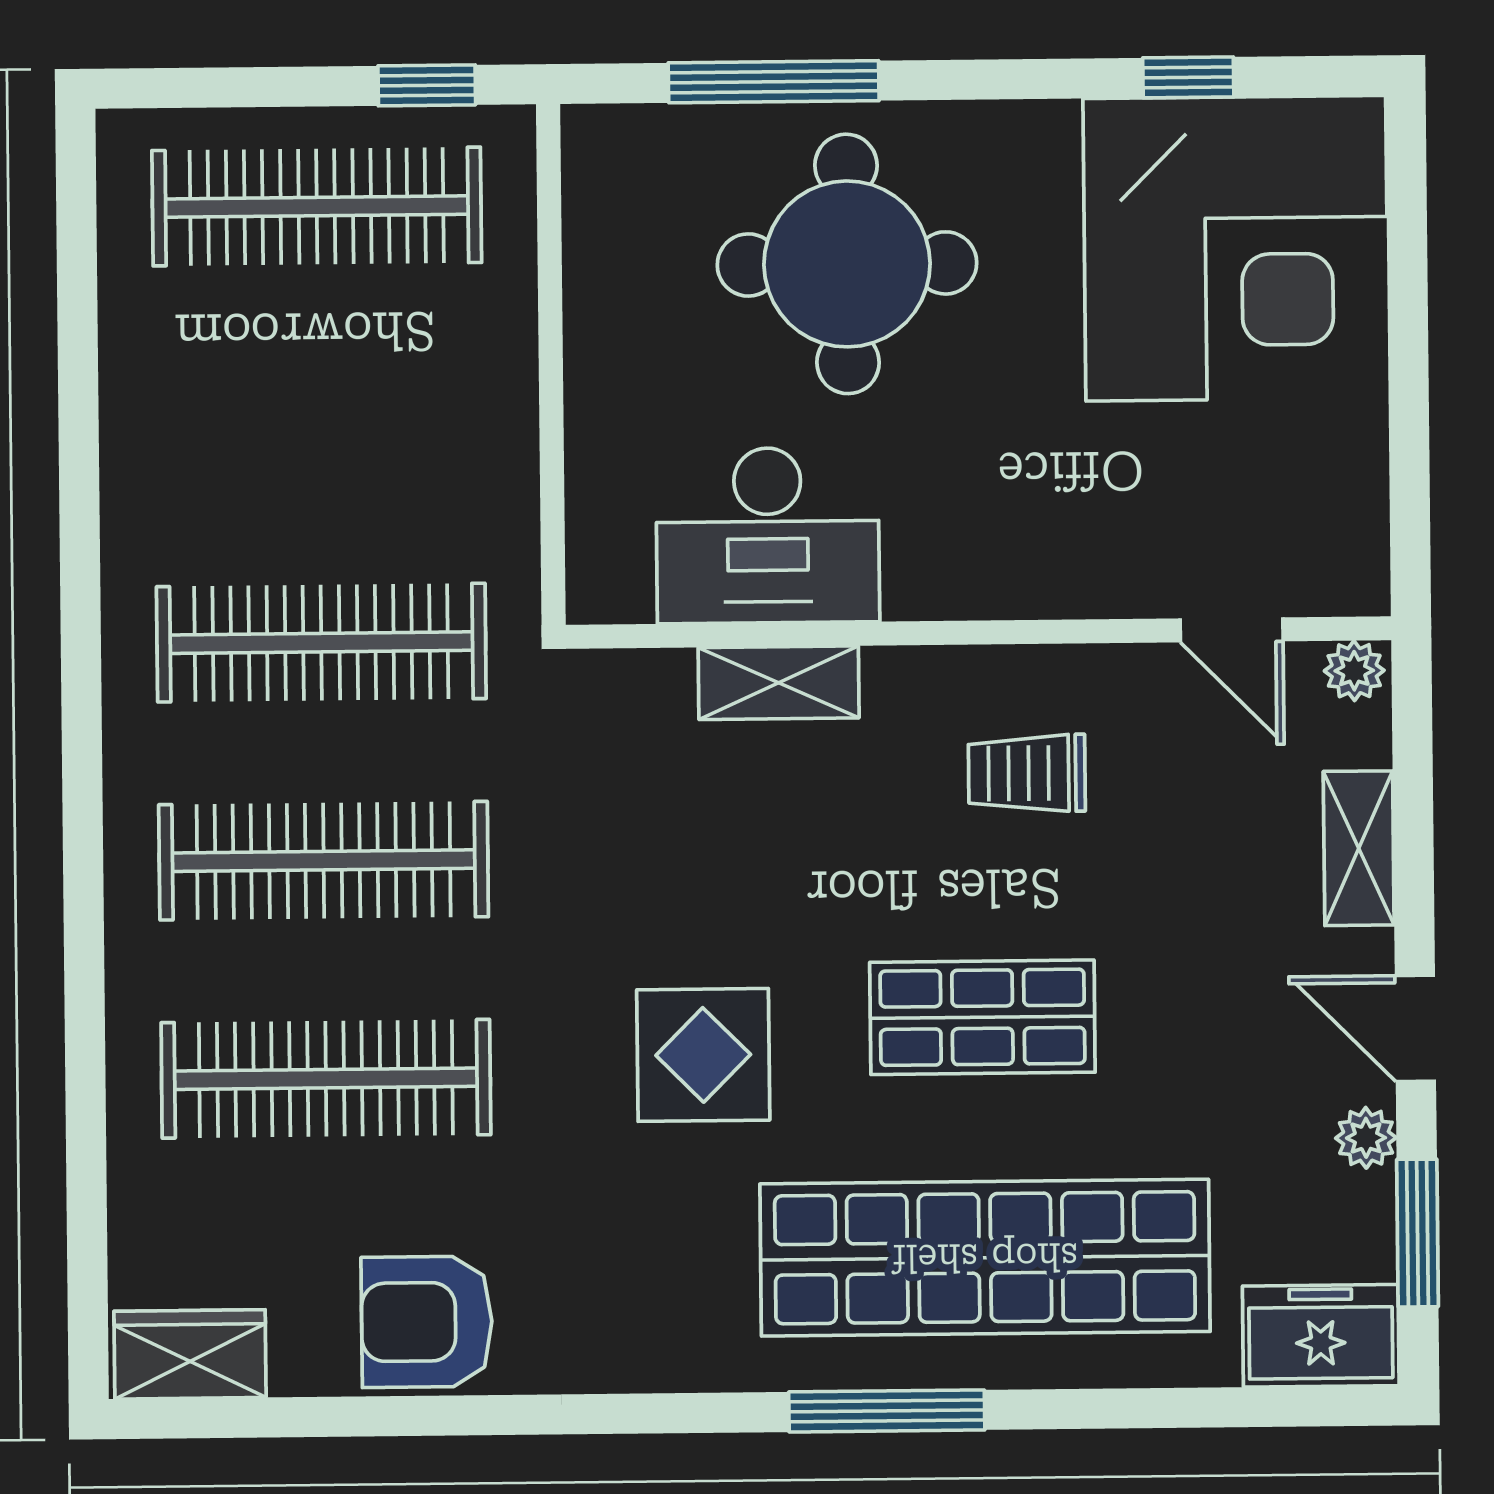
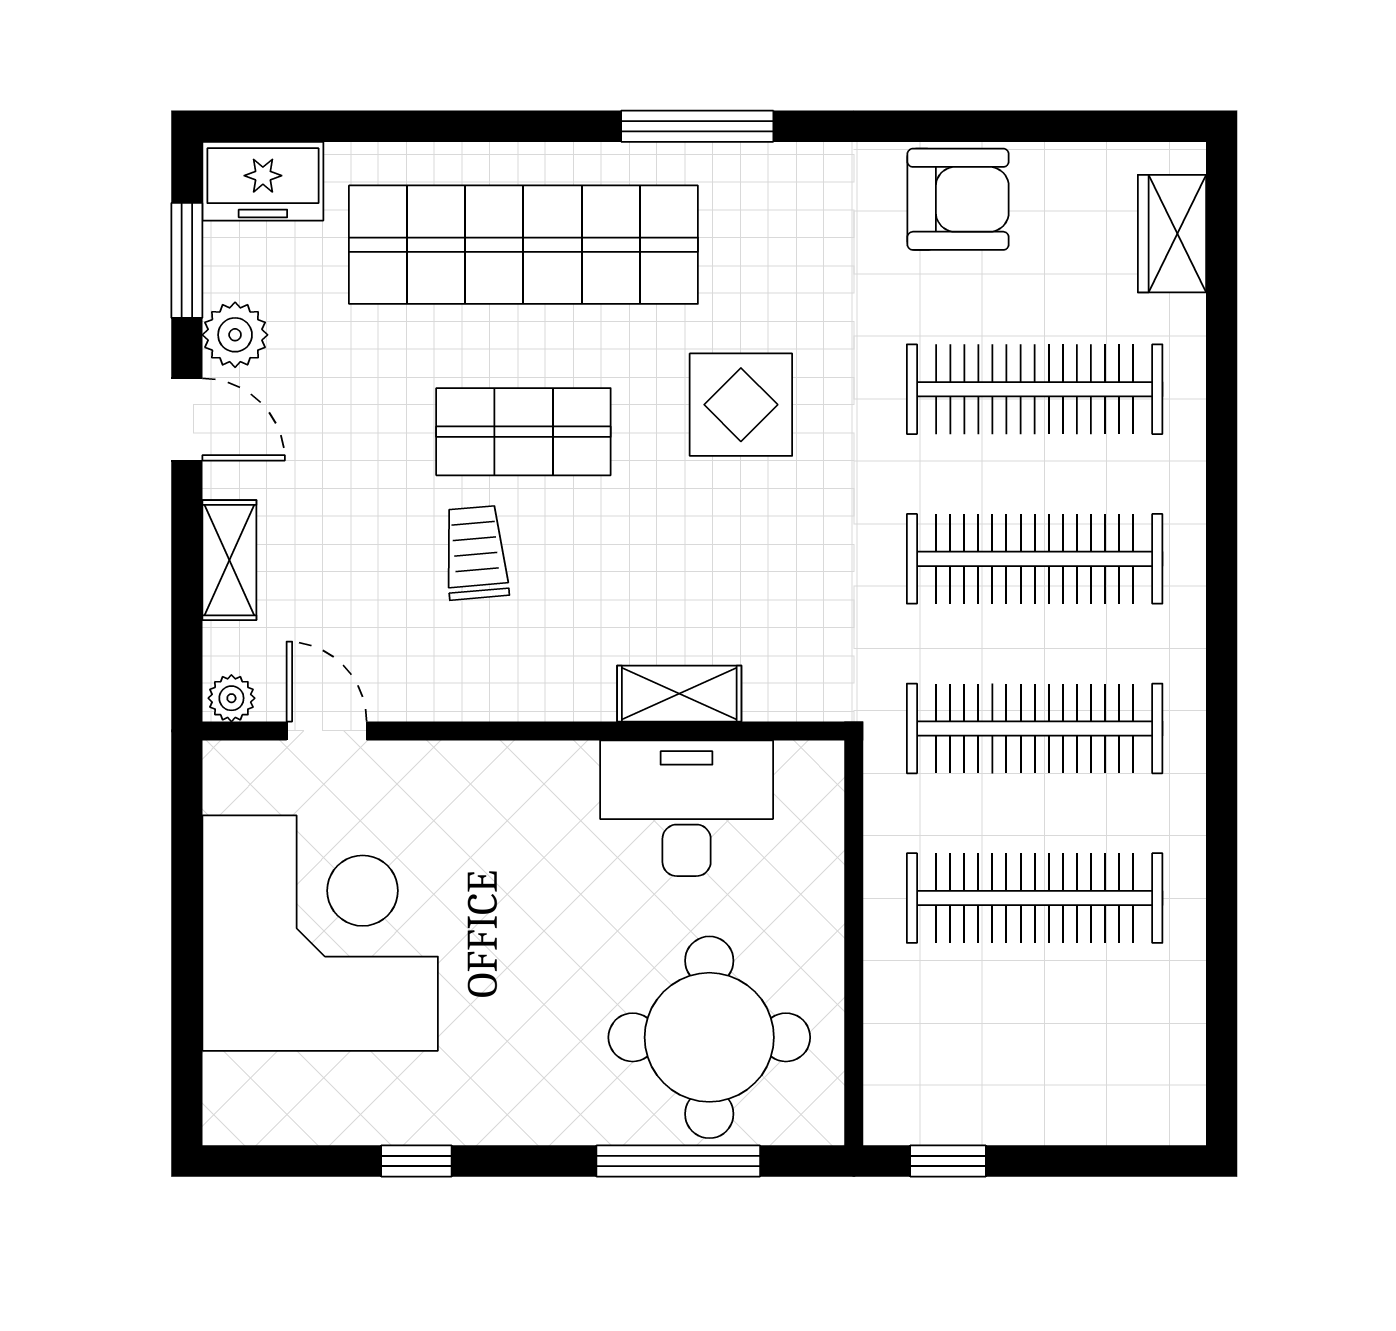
window: (1188, 77) -> (416, 1161), moved
clothes rail: (317, 207) -> (1035, 898), moved
corner desk: (1236, 248) -> (320, 933), moved, turned 90
round table: (847, 264) -> (709, 1037), moved
trolley: (1027, 773) -> (476, 553), moved, turned -95
plant: (1366, 1138) -> (235, 335), width x1.38, depth x1.38
wardrobe: (190, 1354) -> (1172, 234), moved, turned 90
window: (887, 1411) -> (697, 126), moved

